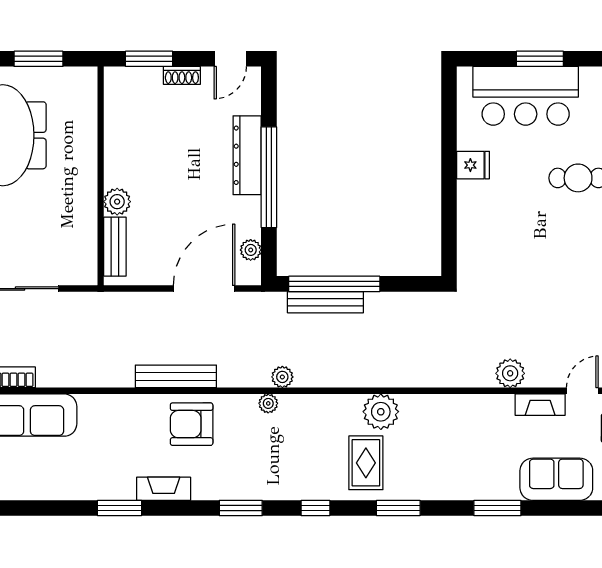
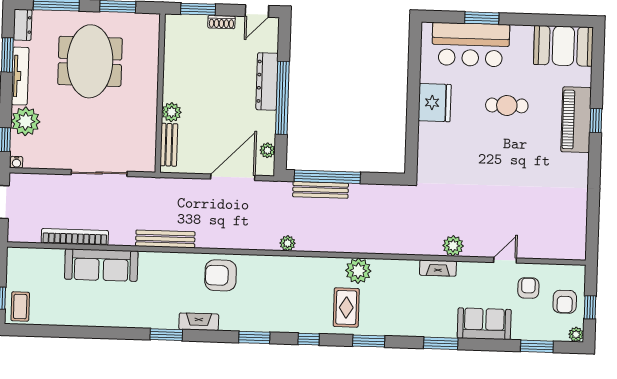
fridge: (473, 165) -> (435, 103), width x1.88, depth x1.34
bench: (176, 376) -> (165, 239), moved
plant: (268, 403) -> (277, 262), removed
fireplace: (540, 405) -> (438, 268), moved

